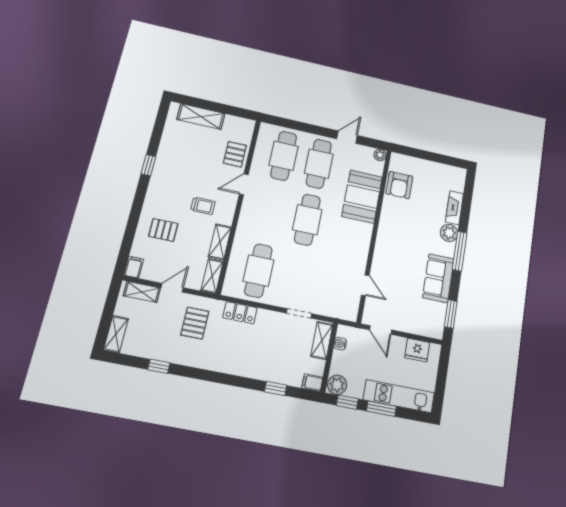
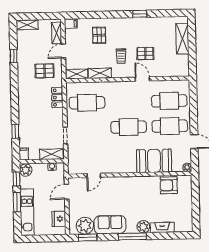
pallet: (235, 154) -> (145, 53), moved
door: (172, 288) -> (63, 51), swing flipped
plant: (434, 314) -> (85, 226), added

